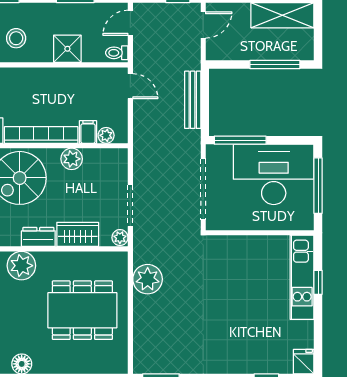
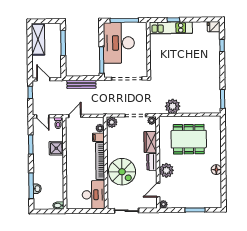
stool: (16, 38) -> (51, 174), removed
plant: (72, 159) -> (112, 122), moved
dining table: (82, 310) -> (189, 139), turned 90

